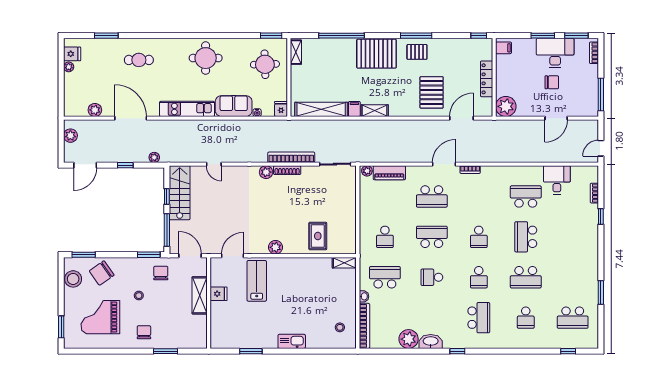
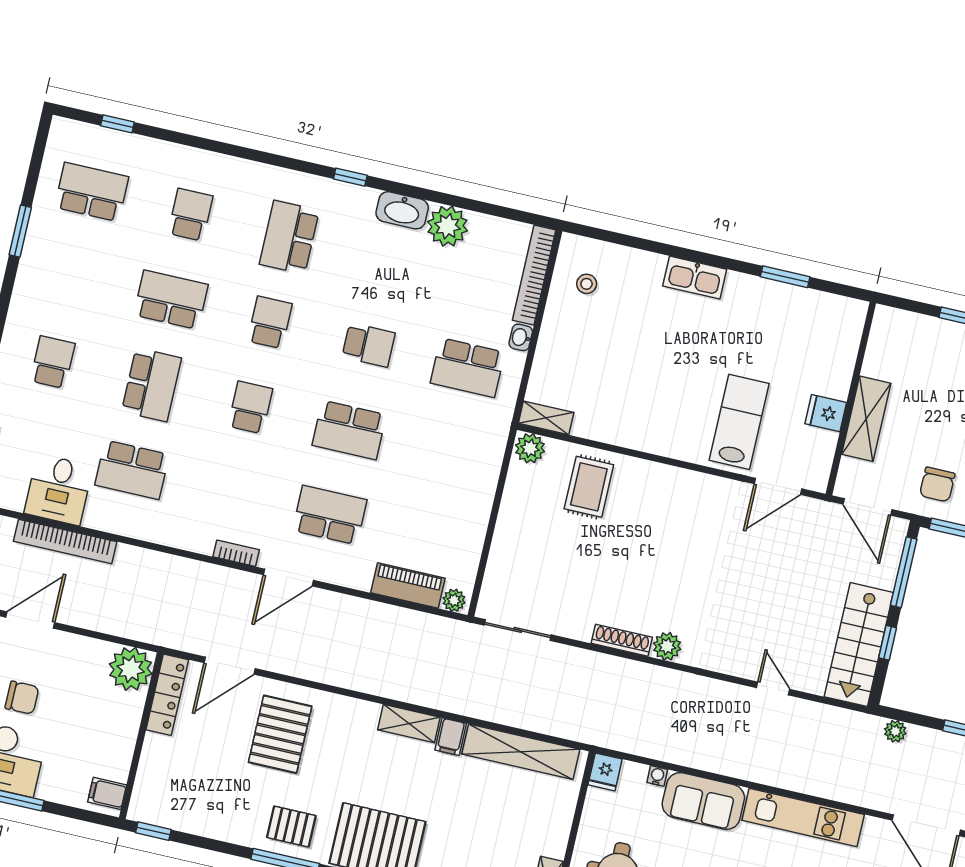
locker: (487, 79) -> (167, 695), moved
chair: (552, 82) -> (22, 698), turned 180
bookcase: (291, 157) -> (65, 541), moved
school desk: (385, 237) -> (53, 362), moved
plant: (275, 247) -> (530, 448), moved
lab bench: (257, 281) -> (739, 422), turned 180

